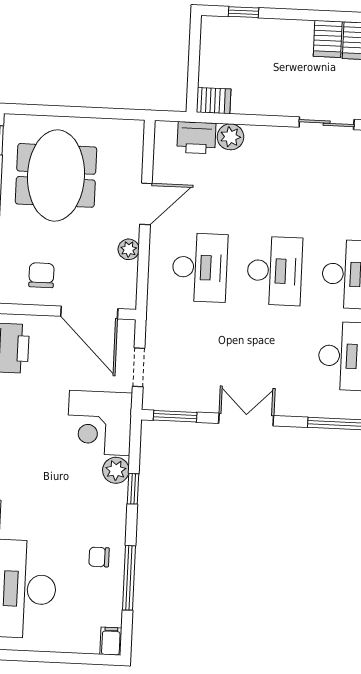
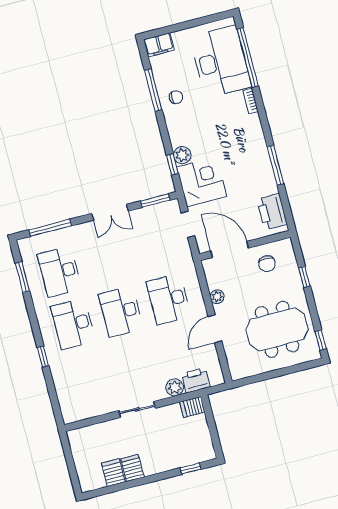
sliding door: (327, 123) -> (137, 409), moved
meeting table: (56, 175) -> (277, 329), turned 90
window: (133, 489) -> (172, 164), moved
filing cabinet: (111, 641) -> (159, 45), width x2.00

